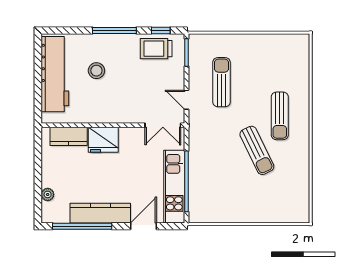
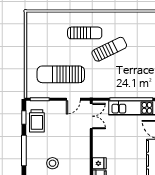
sun lounger: (222, 82) -> (61, 74), width x1.36, depth x1.34
fridge: (103, 140) -> (99, 163), width x0.53, depth x0.75

